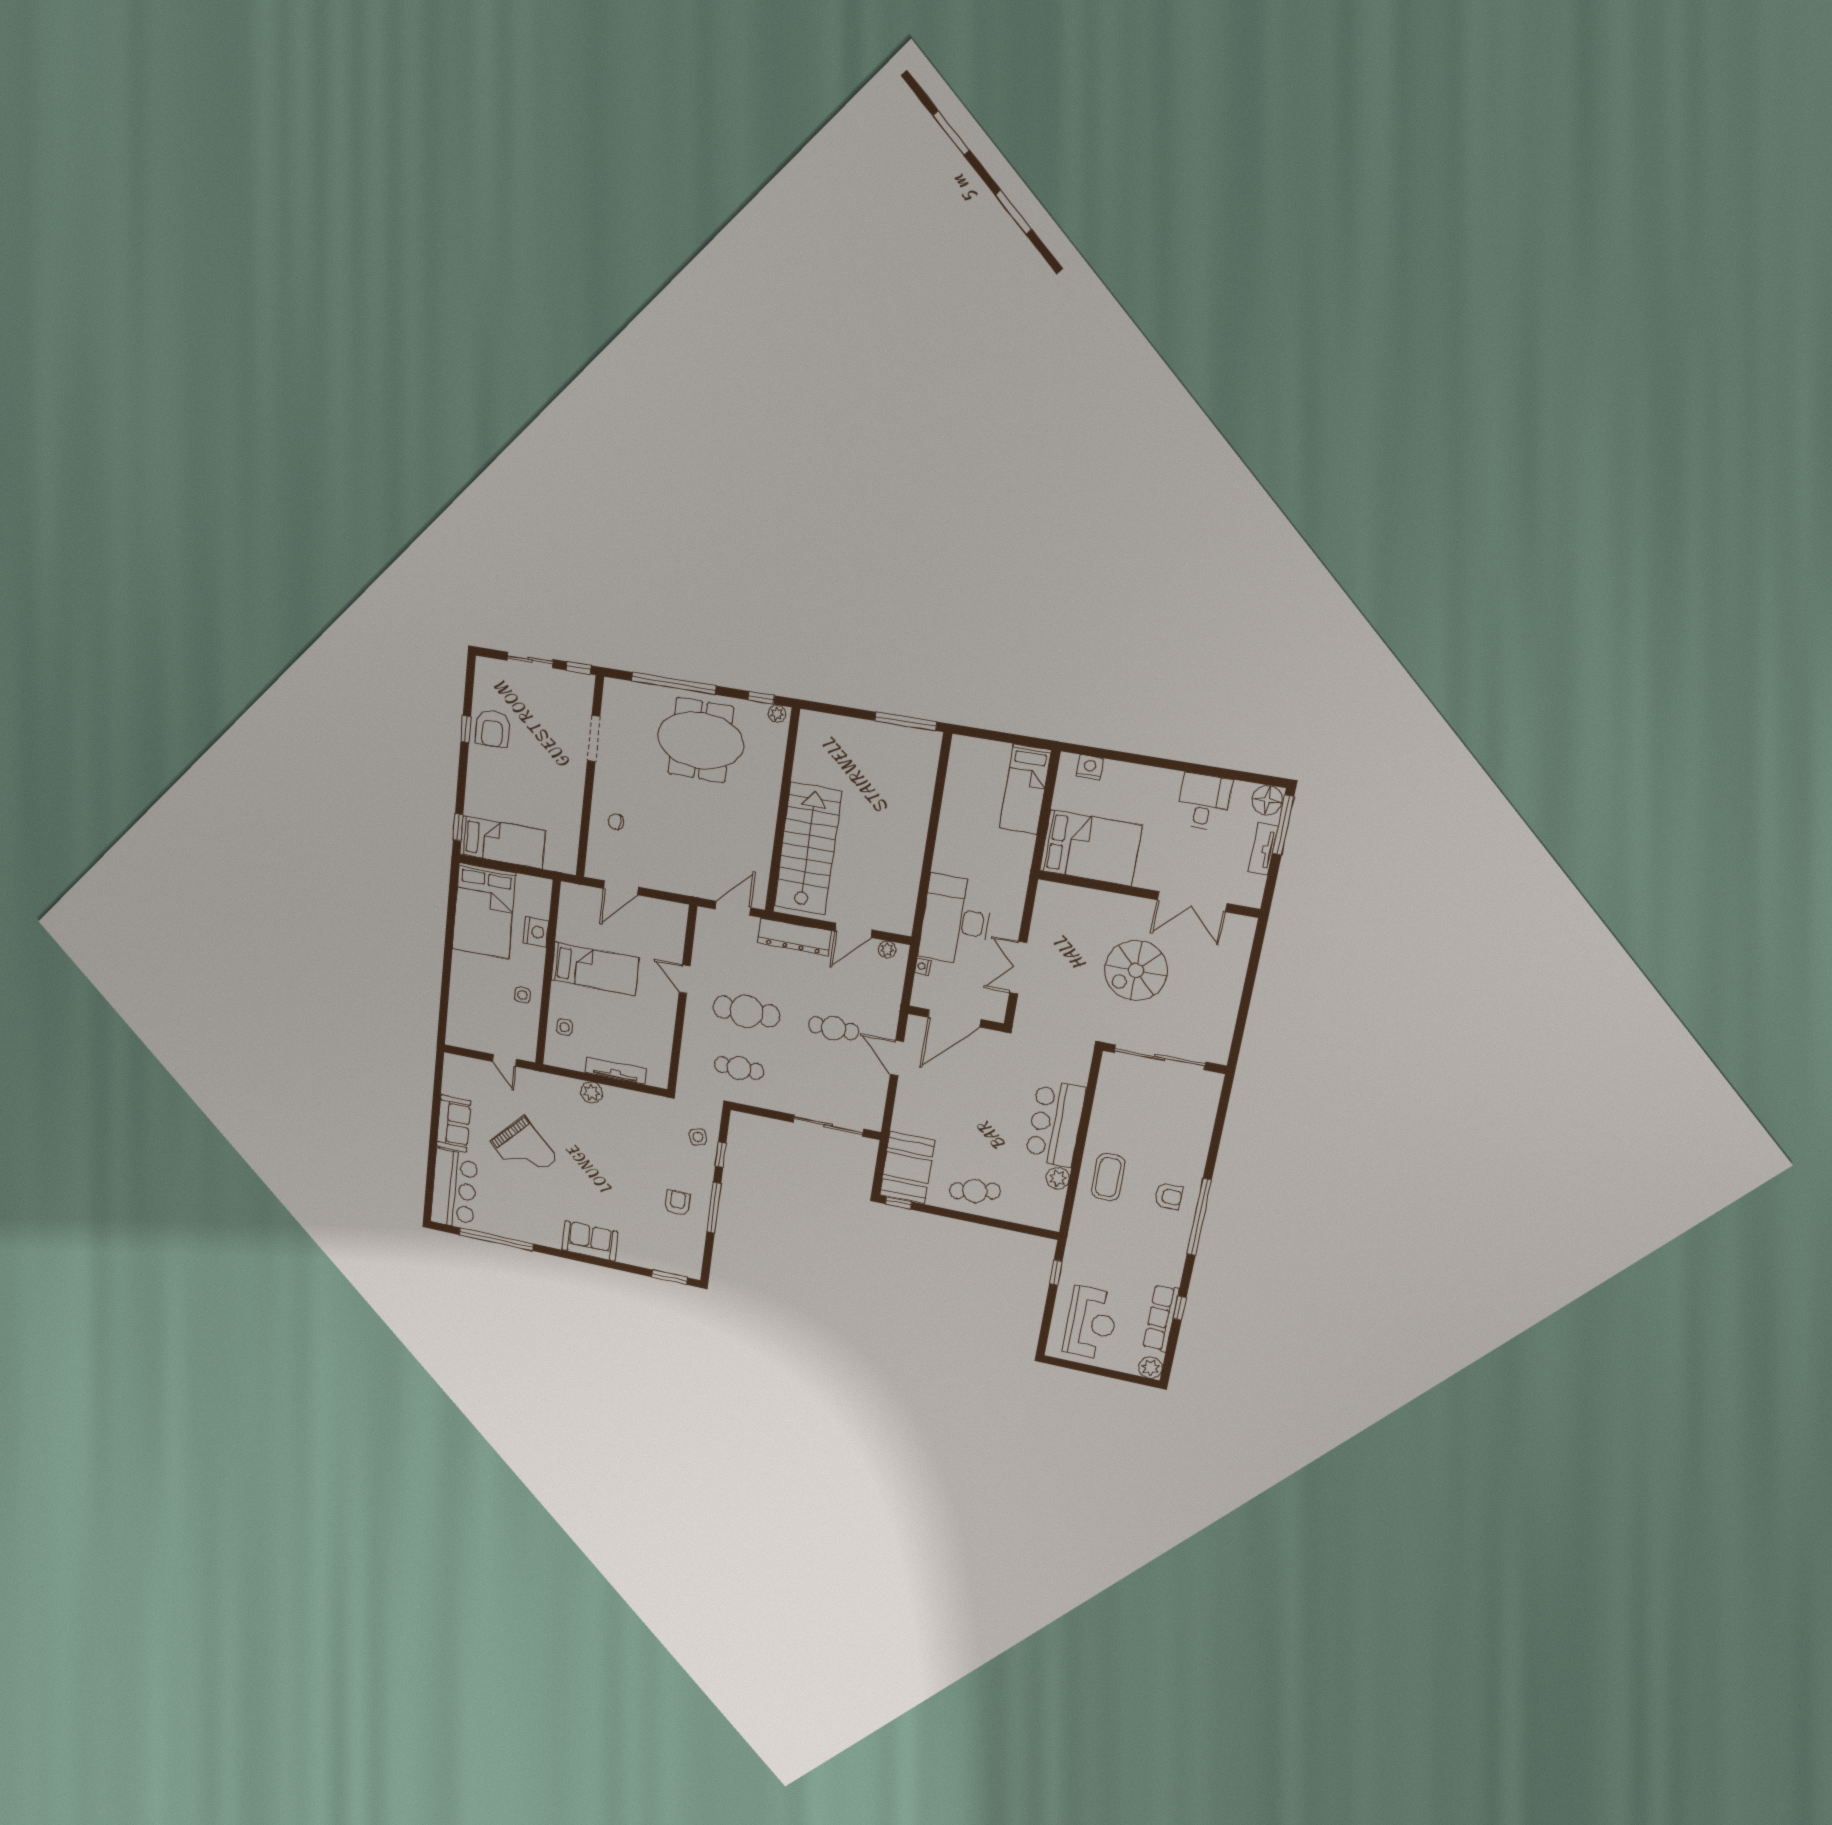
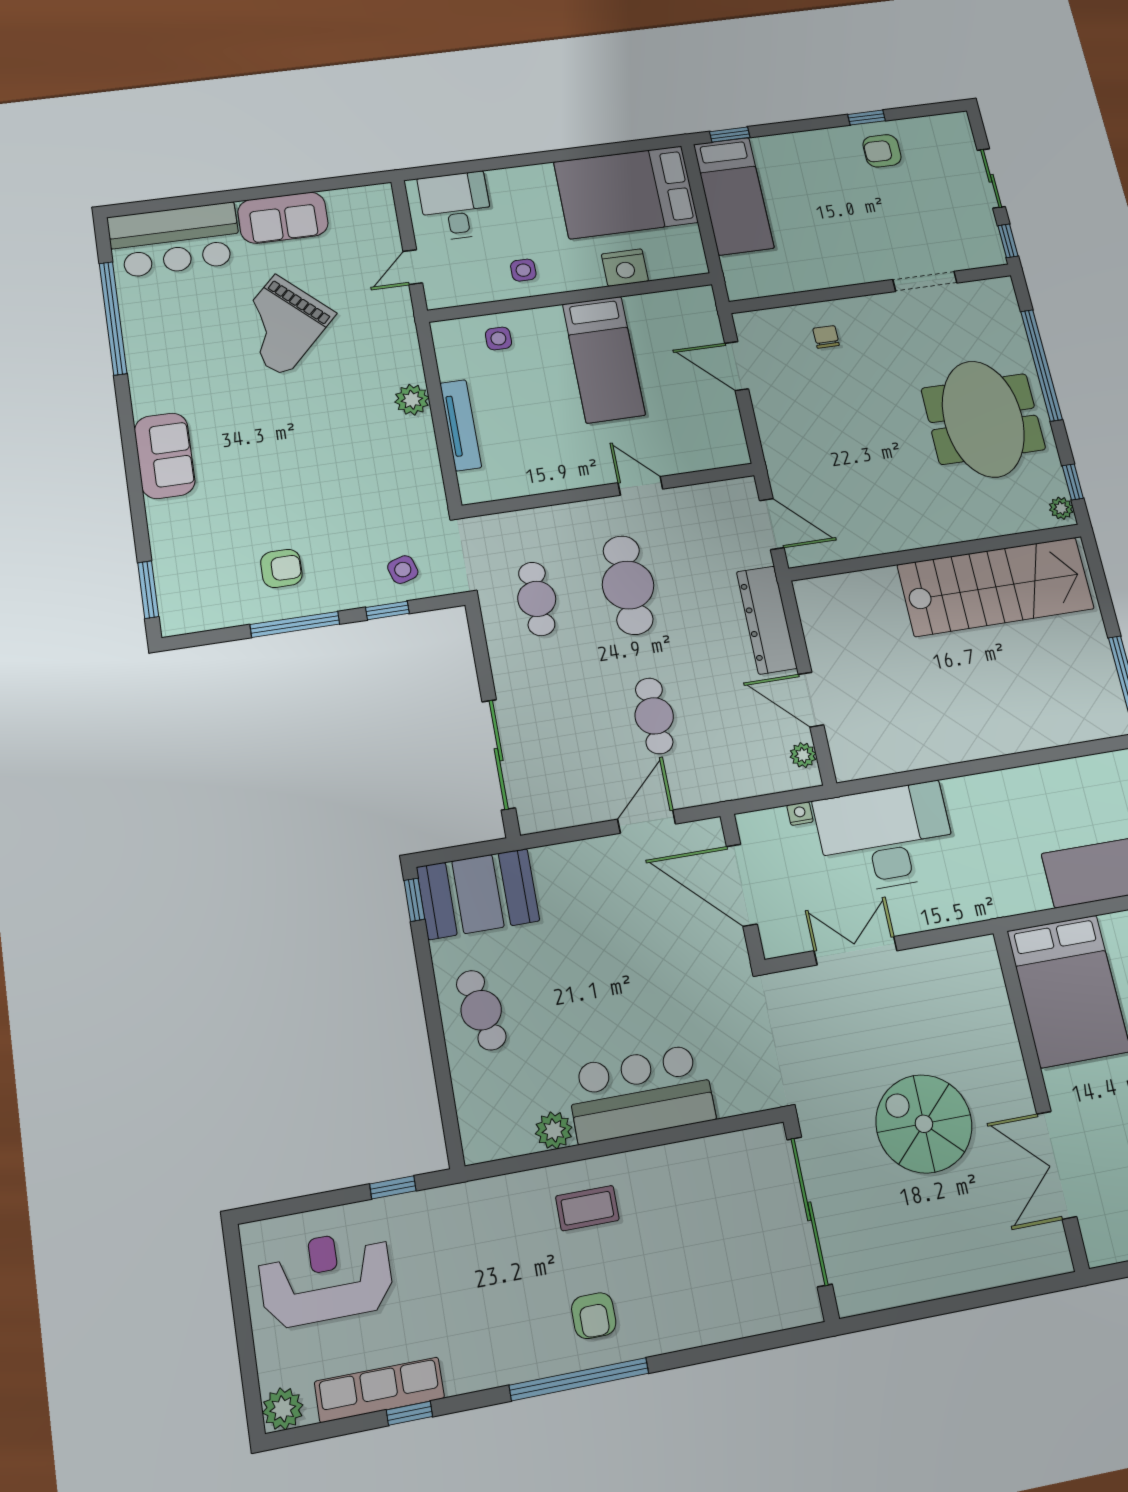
armchair: (493, 728) -> (882, 151), width x0.72, depth x0.72
stairs: (808, 849) -> (996, 587), moved
door: (685, 979) -> (640, 486), hinge flipped
desk: (469, 1020) -> (456, 206), added
coffee table: (1108, 1177) -> (587, 1208), width x0.73, depth x0.77
reception desk: (1091, 1323) -> (326, 1278), turned 180

